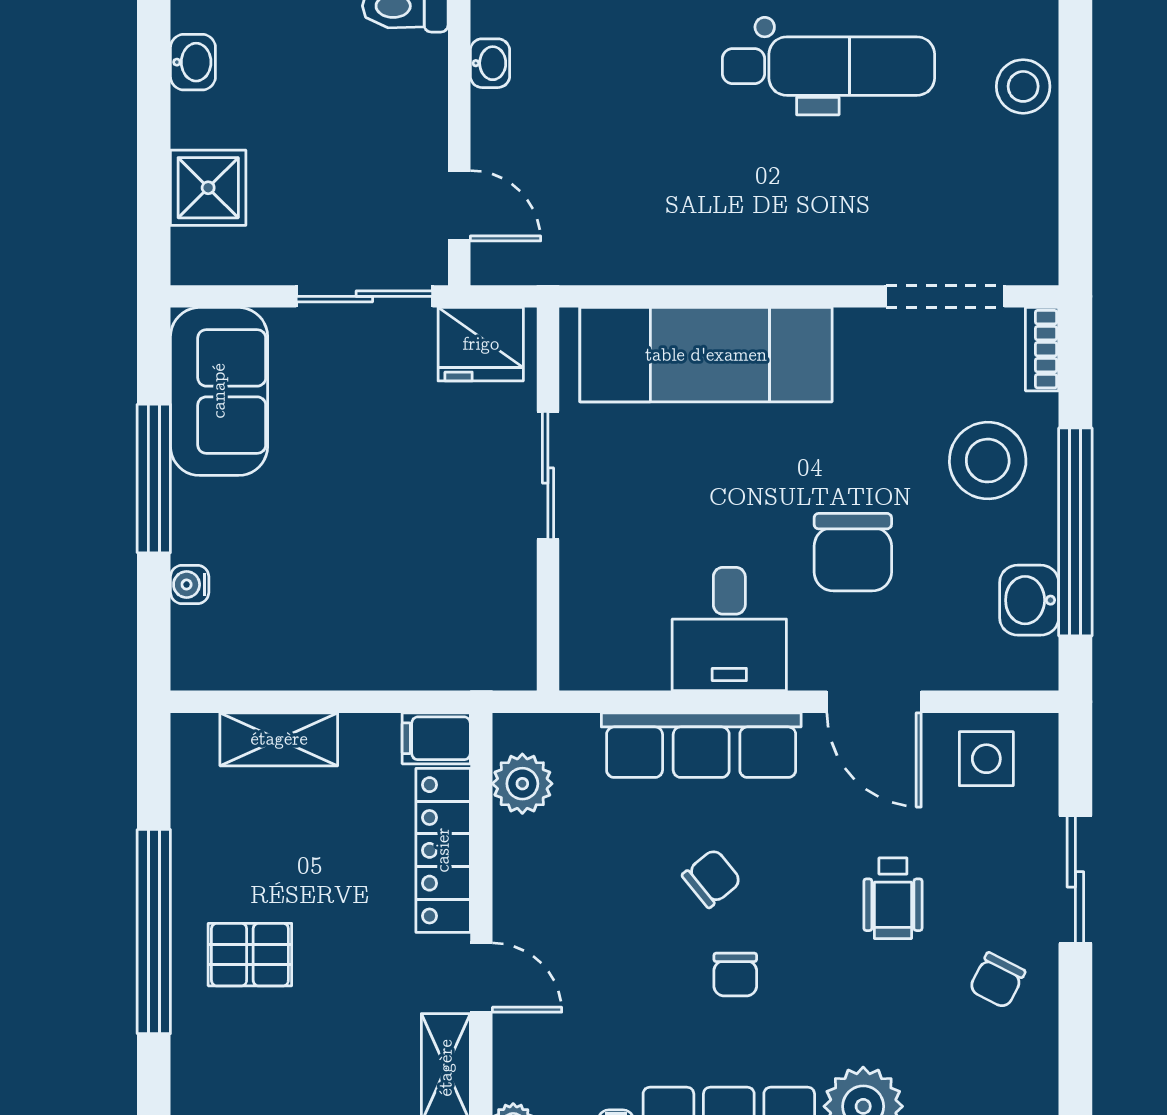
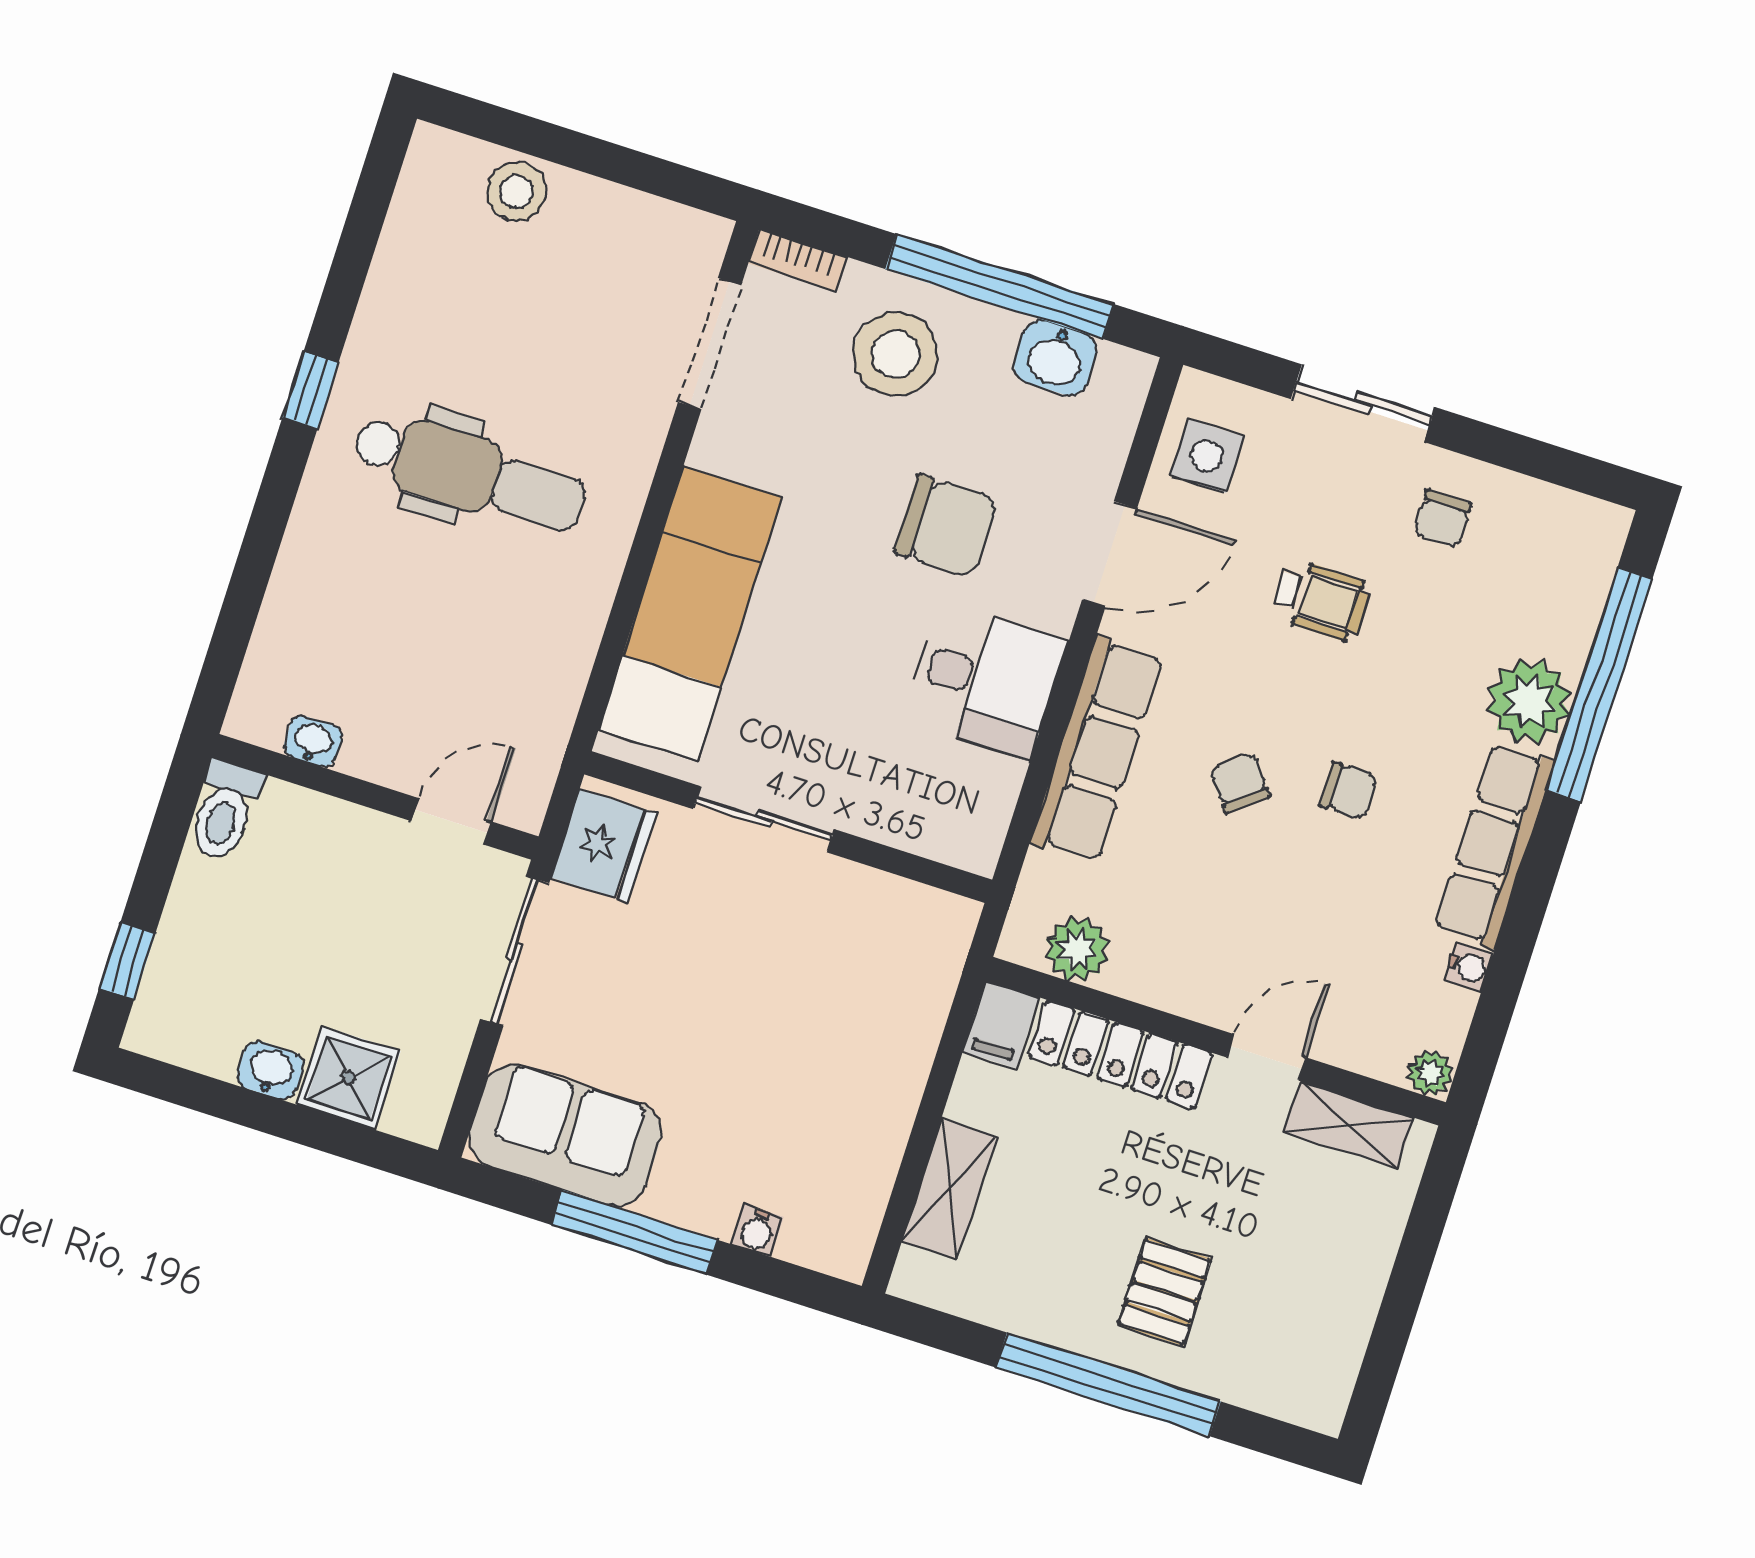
washbasin: (193, 62) -> (270, 1070), moved
dental chair: (828, 66) -> (469, 473), moved, turned 90
chair: (997, 980) -> (1442, 519), turned 63

